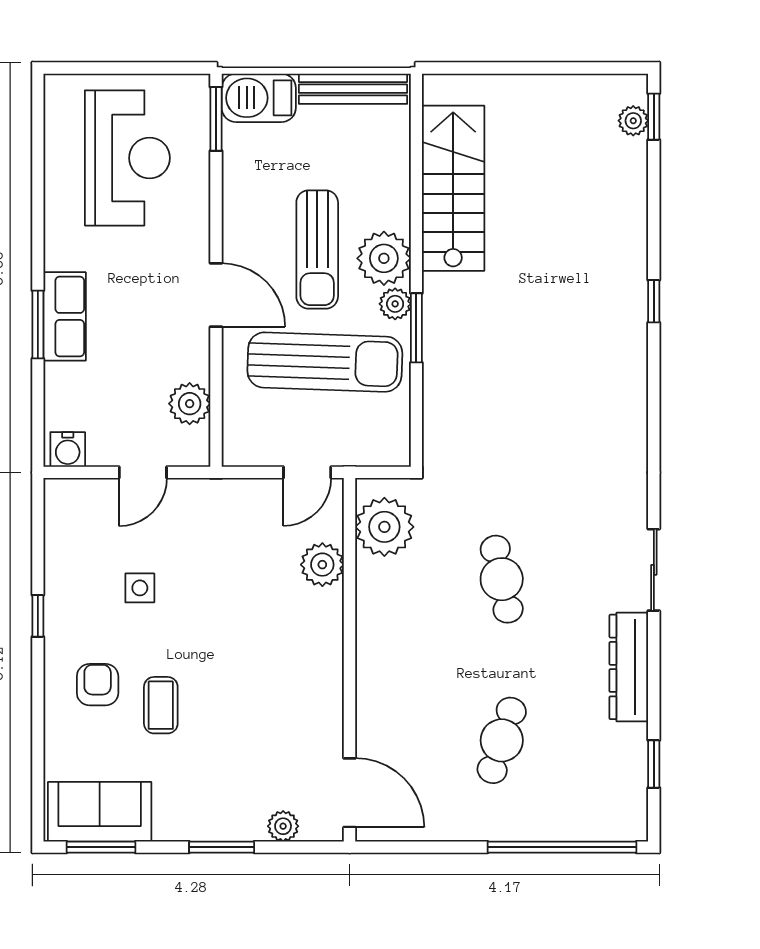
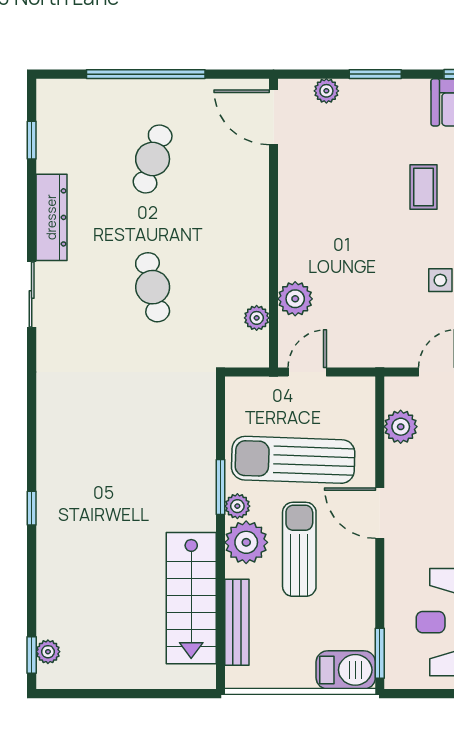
bench: (353, 89) -> (237, 622), moved, turned 90
plant: (384, 527) -> (257, 318), width x0.53, depth x0.53
window: (562, 847) -> (146, 74), moved

